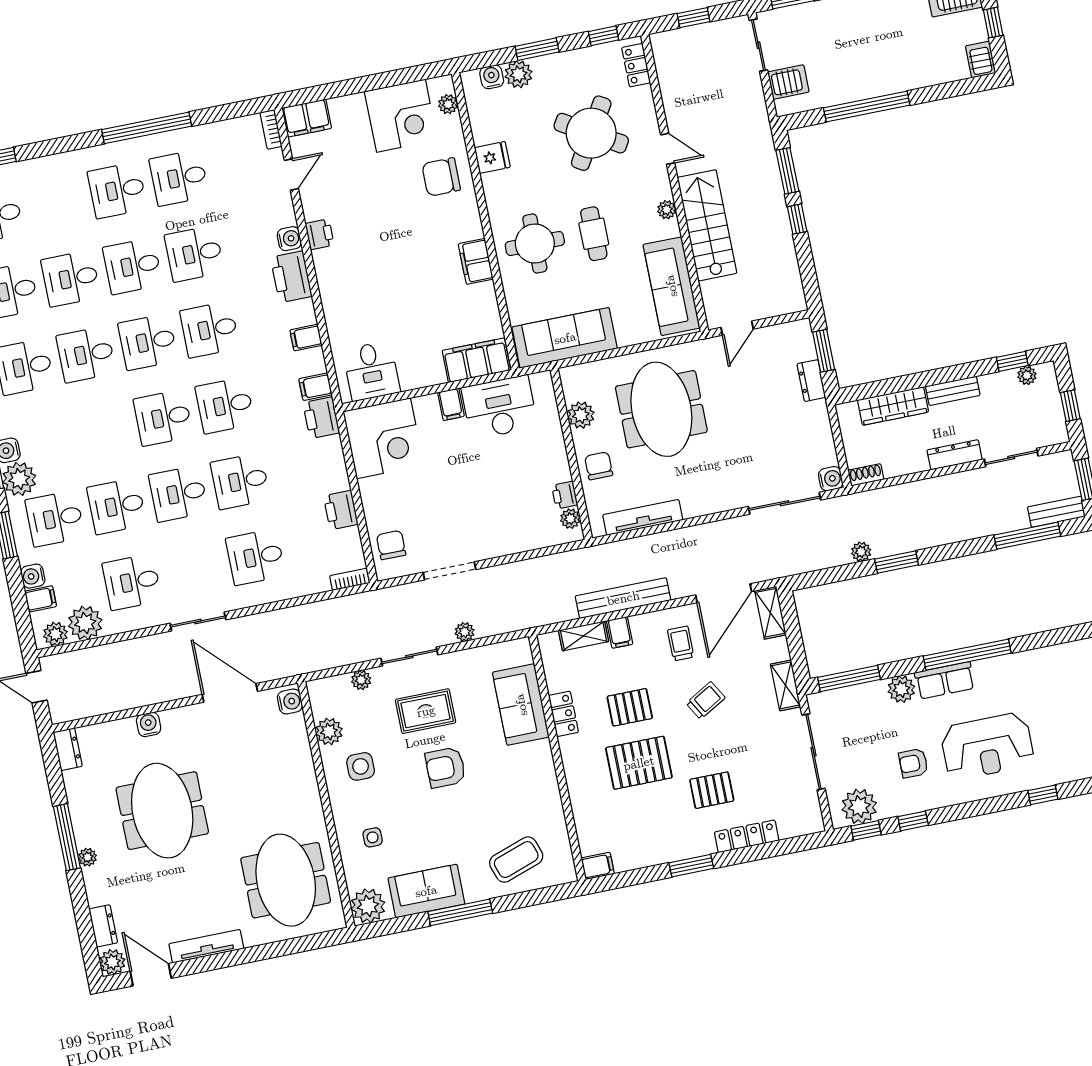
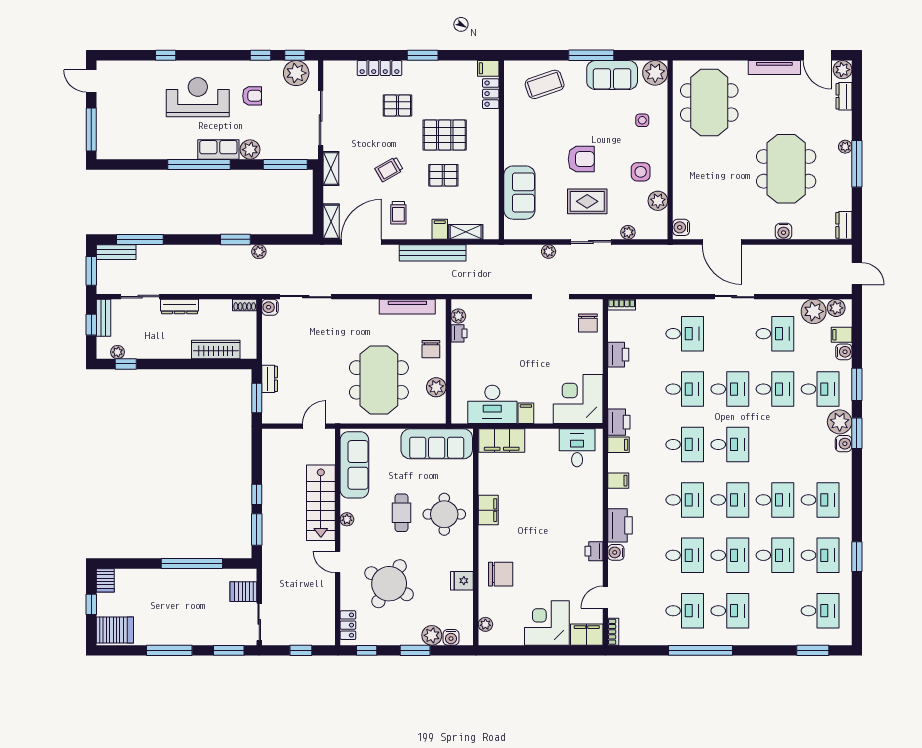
corner desk: (401, 116) -> (547, 623), moved
bench: (953, 391) -> (103, 318), moved, turned 90
locker: (563, 714) -> (491, 94), moved

